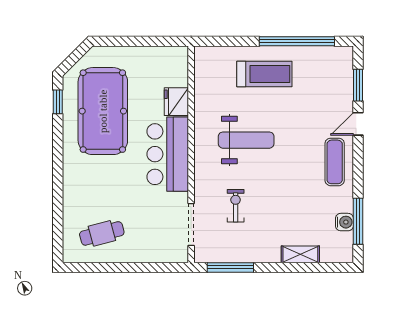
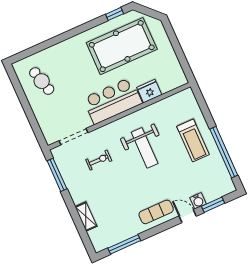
water cooler: (344, 222) -> (198, 201), moved

